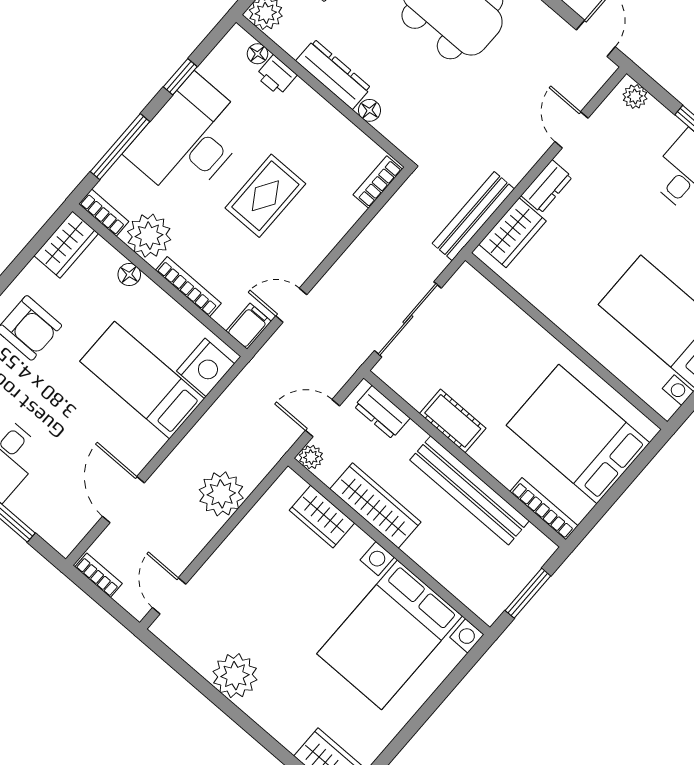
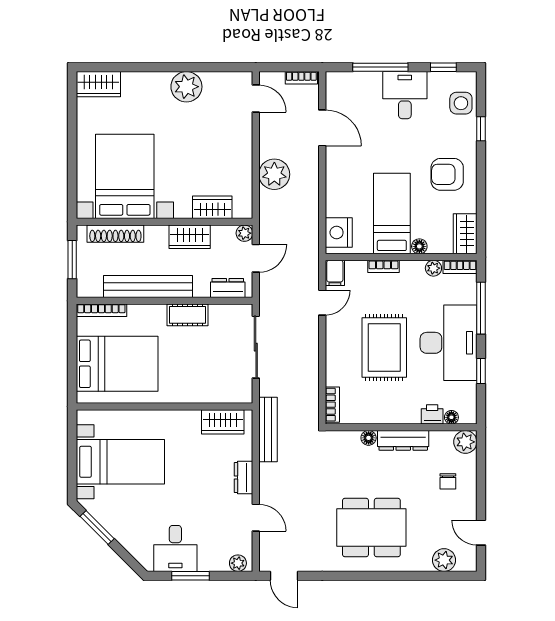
rug: (265, 196) -> (384, 347), width x1.36, depth x1.43
wardrobe: (512, 233) -> (223, 422), moved, turned -90
plant: (149, 236) -> (433, 268), width x0.53, depth x0.53
bookcase: (188, 287) -> (383, 266), width x0.64
bed: (142, 380) -> (392, 214), moved, turned -90
wardrobe: (375, 506) -> (190, 237), width x0.67
shoe rack: (455, 580) -> (115, 234), added

